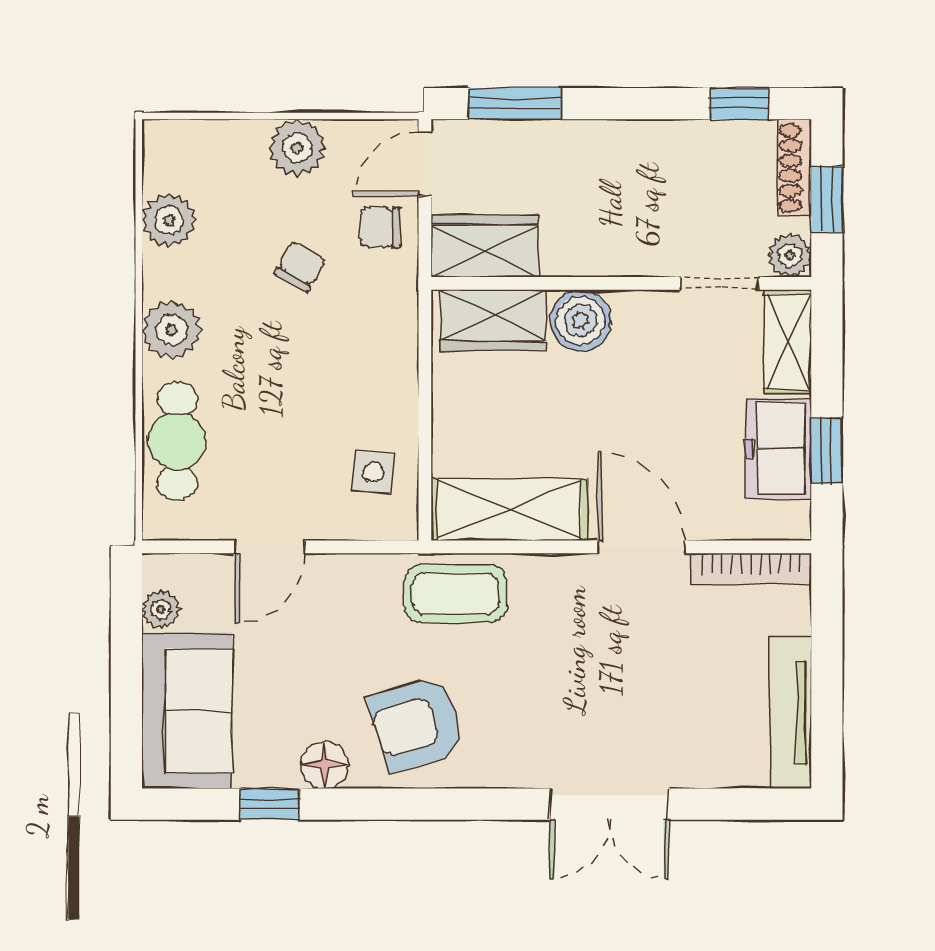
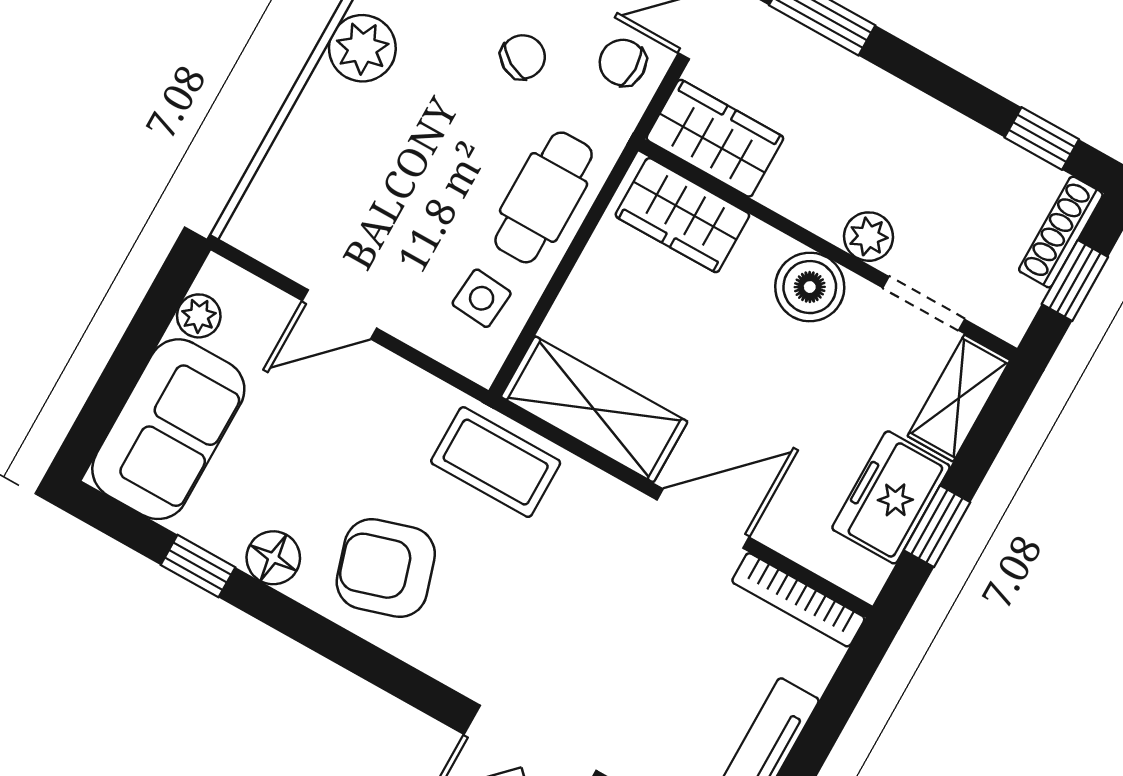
plant: (790, 256) -> (869, 237), moved
boiler: (581, 320) -> (810, 287), moved
cafe table: (177, 441) -> (544, 197), moved
door: (642, 547) -> (703, 519), hinge flipped

